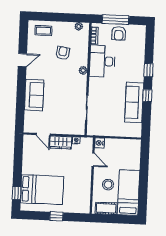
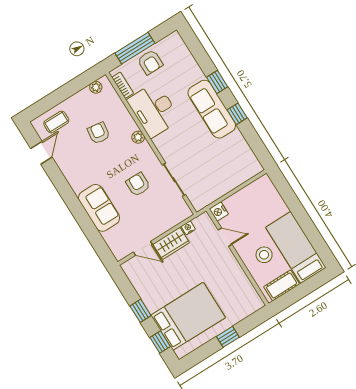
door: (22, 60) -> (41, 153), moved
armchair: (65, 97) -> (138, 184), added
sofa: (134, 102) -> (212, 109), moved
window: (18, 168) -> (140, 311), added

